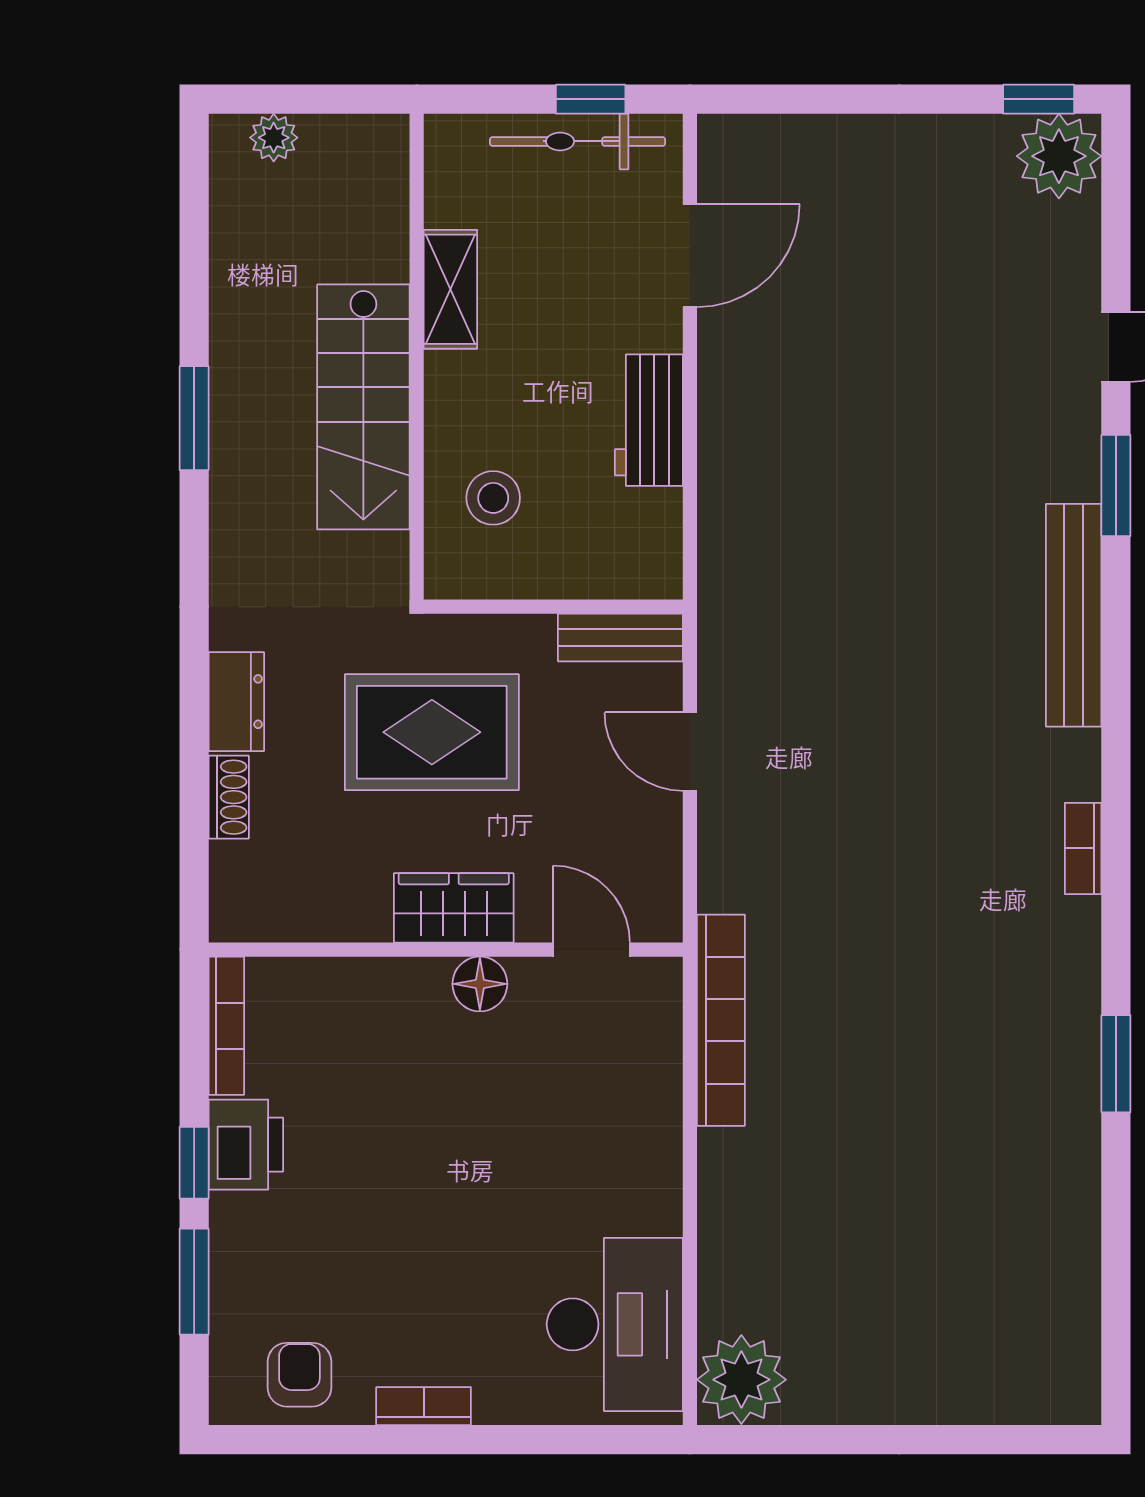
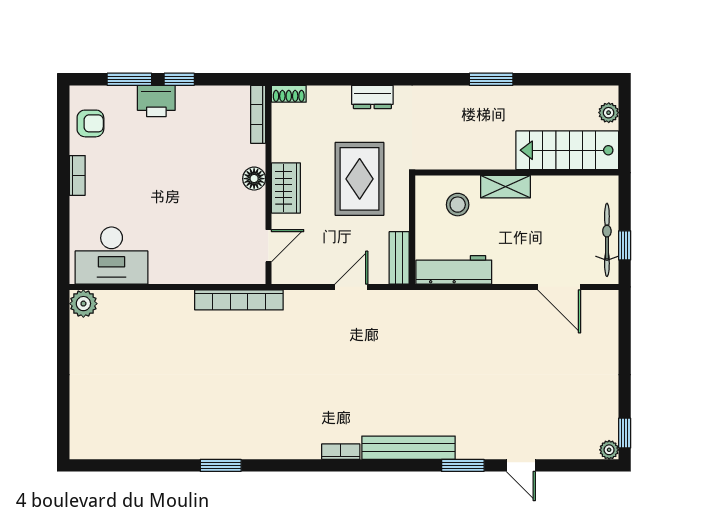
plant: (1059, 156) -> (609, 450), width x0.53, depth x0.53
shelving: (450, 289) -> (505, 187), moved
stairs: (363, 407) -> (567, 150), moved
workbench: (649, 420) -> (454, 270), moved, width x1.38
shoe rack: (229, 797) -> (289, 94), moved
bookcase: (1083, 848) -> (341, 452), moved
floor lamp: (480, 984) -> (254, 179), moved
bookcase: (226, 1026) -> (258, 114), moved, turned 90
printer: (246, 1145) -> (156, 101), moved
plant: (741, 1380) -> (83, 304), width x0.73, depth x0.73

